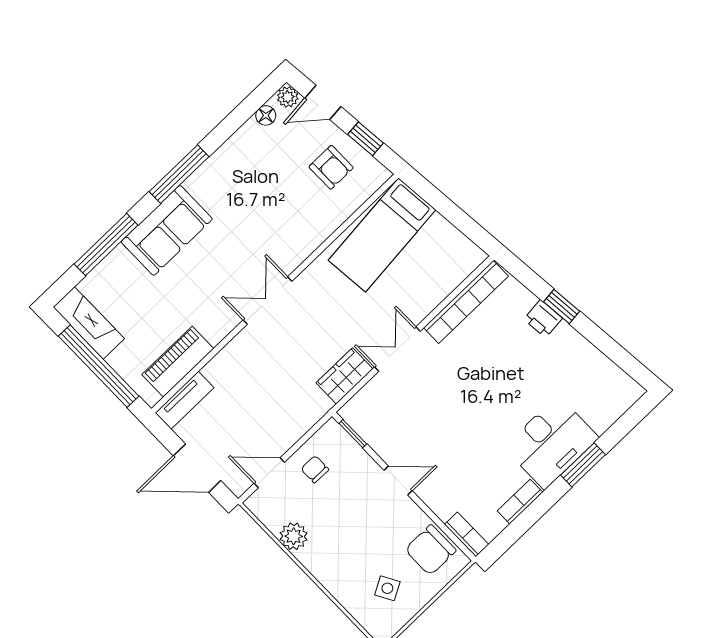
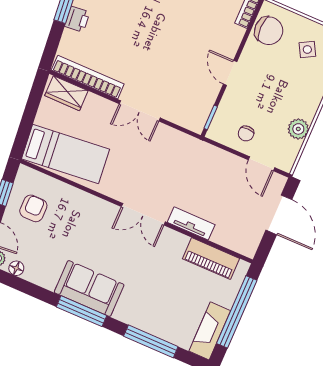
sofa: (167, 230) -> (89, 289), moved
wardrobe: (345, 376) -> (66, 93), moved
tv unit: (185, 400) -> (191, 223), moved

